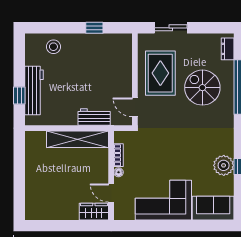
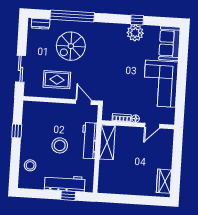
rug: (160, 73) -> (57, 80), width x0.73, depth x0.70
stool: (80, 81) -> (60, 145), added
door: (135, 107) -> (83, 102), swing flipped
workbench: (94, 117) -> (89, 141), width x1.38
shelving: (78, 139) -> (107, 142), width x0.68
wardrobe: (94, 212) -> (164, 181), moved

